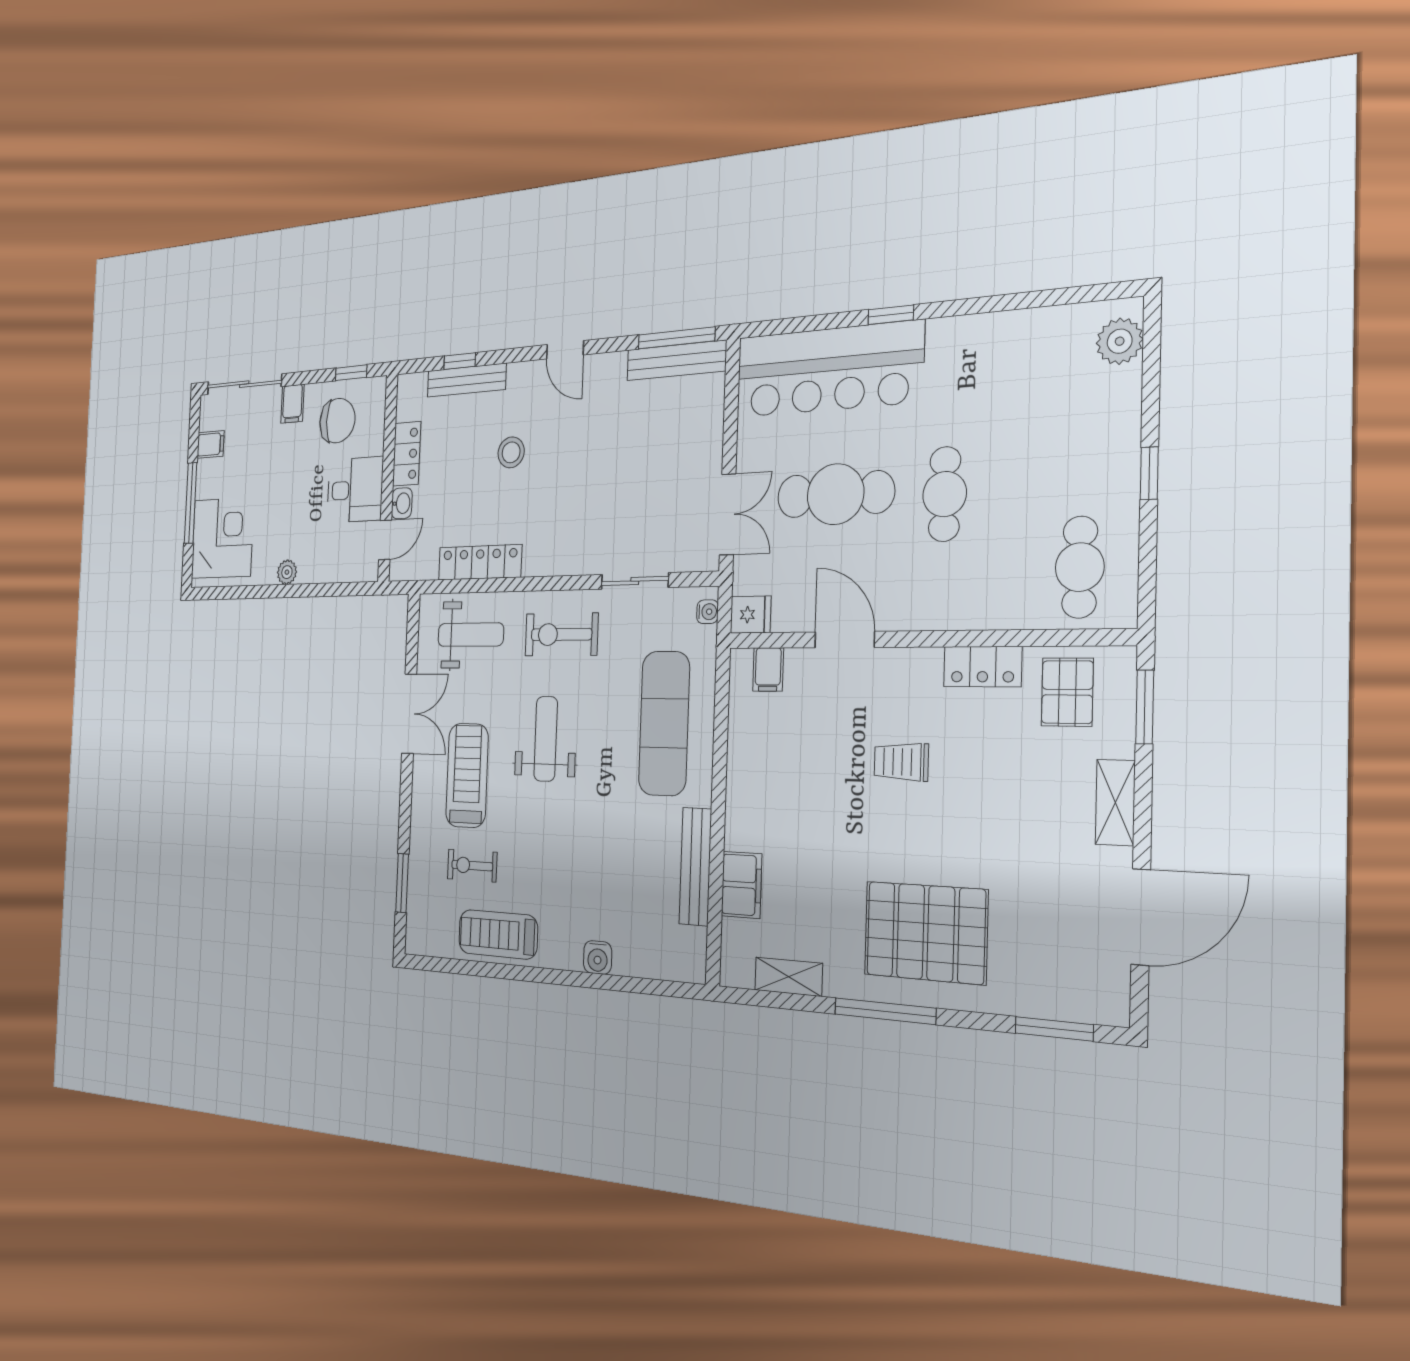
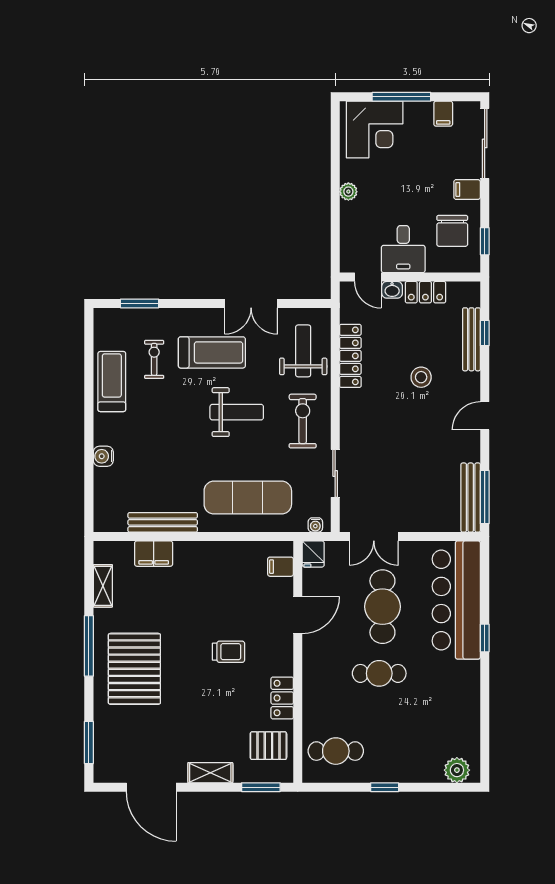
weight bench: (471, 635) -> (303, 351), turned 180
trolley: (901, 762) -> (229, 652), turned 90

